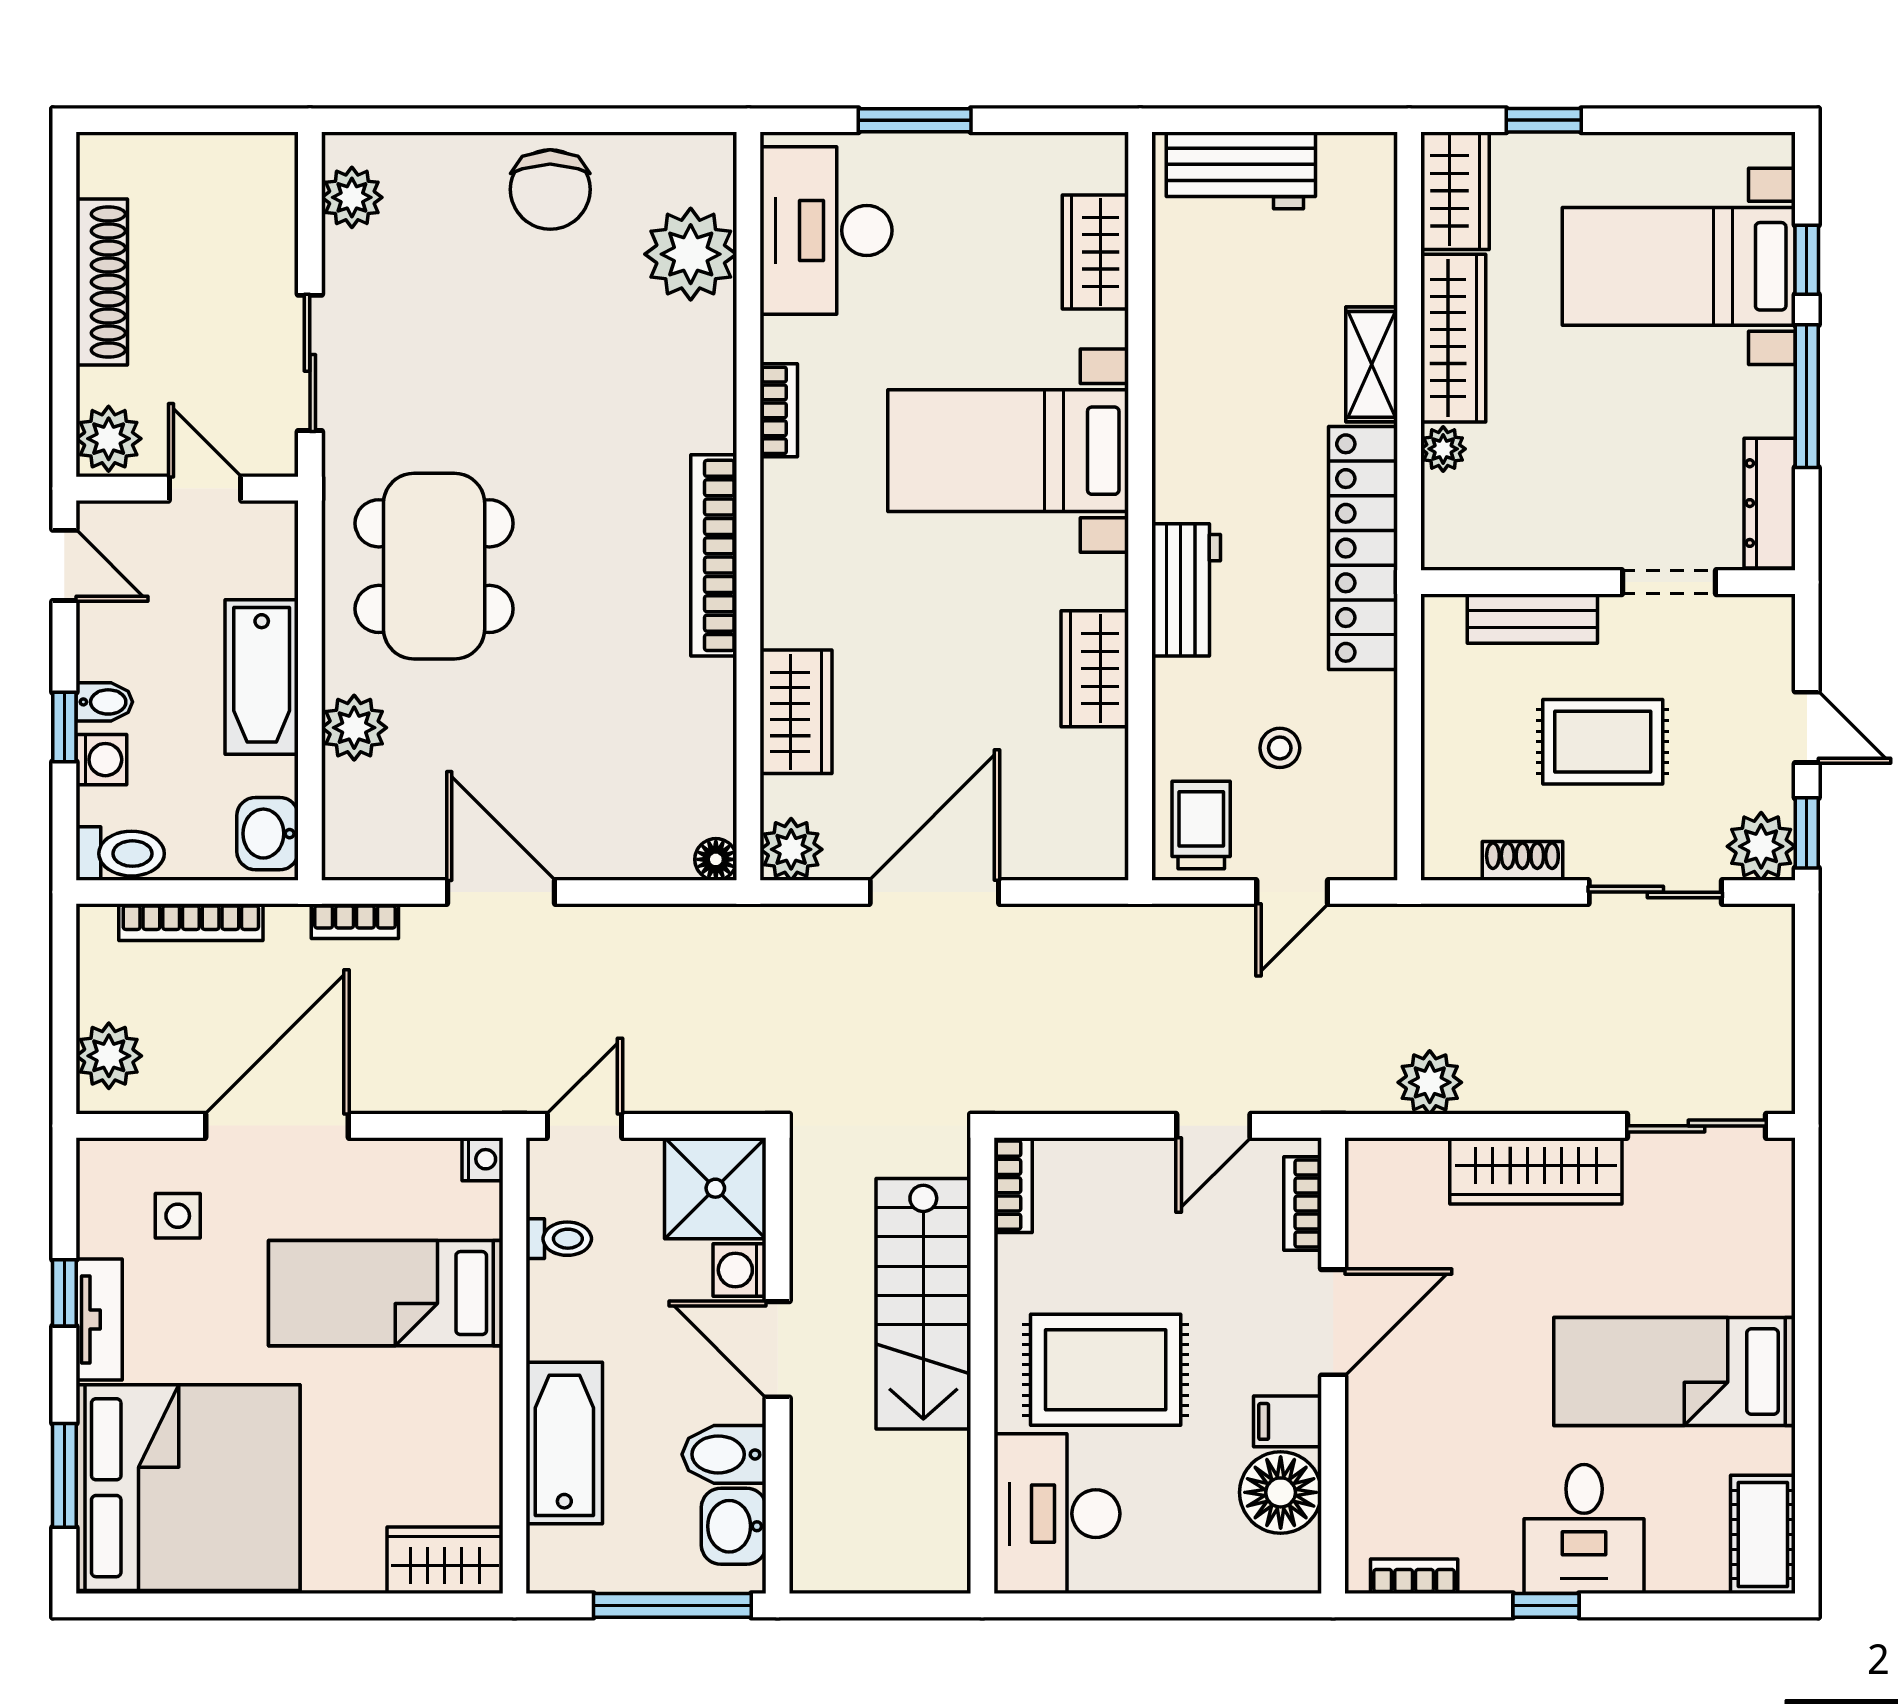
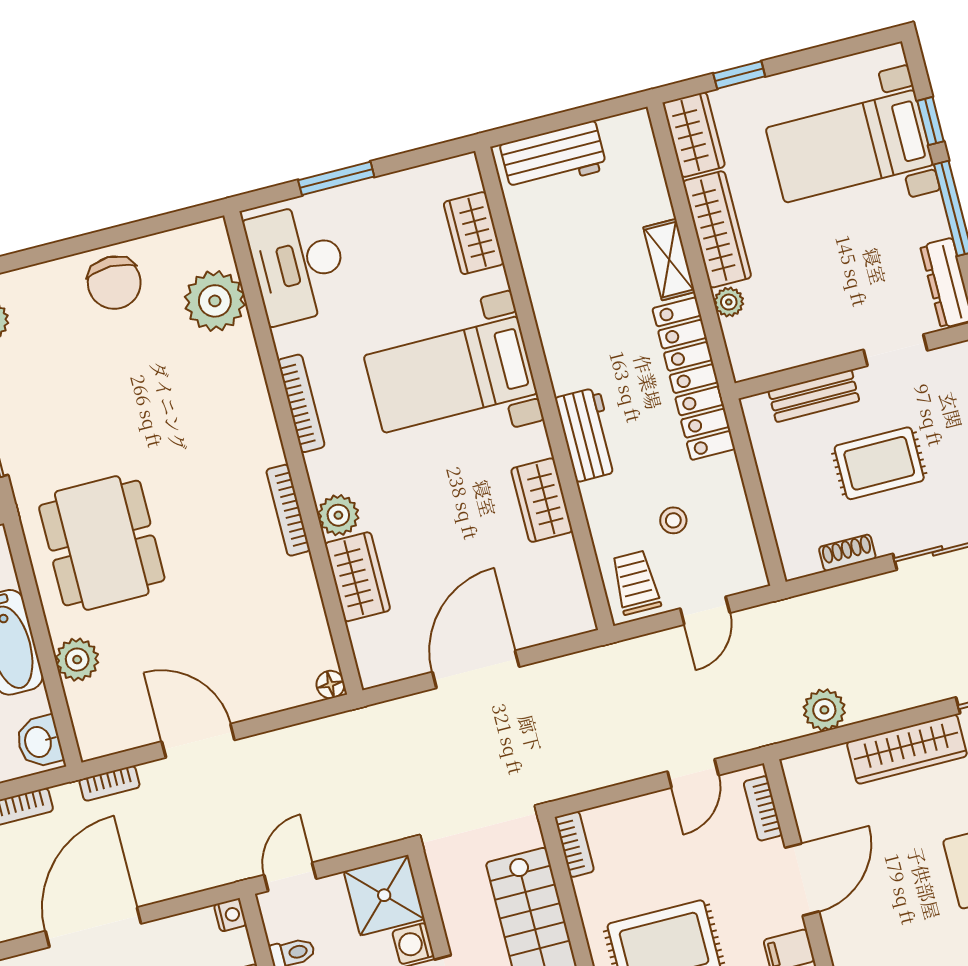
bookcase: (779, 410) -> (301, 403), width x1.56
bookcase: (714, 555) -> (288, 510), width x0.68, depth x0.76
plant: (791, 849) -> (338, 515), moved

